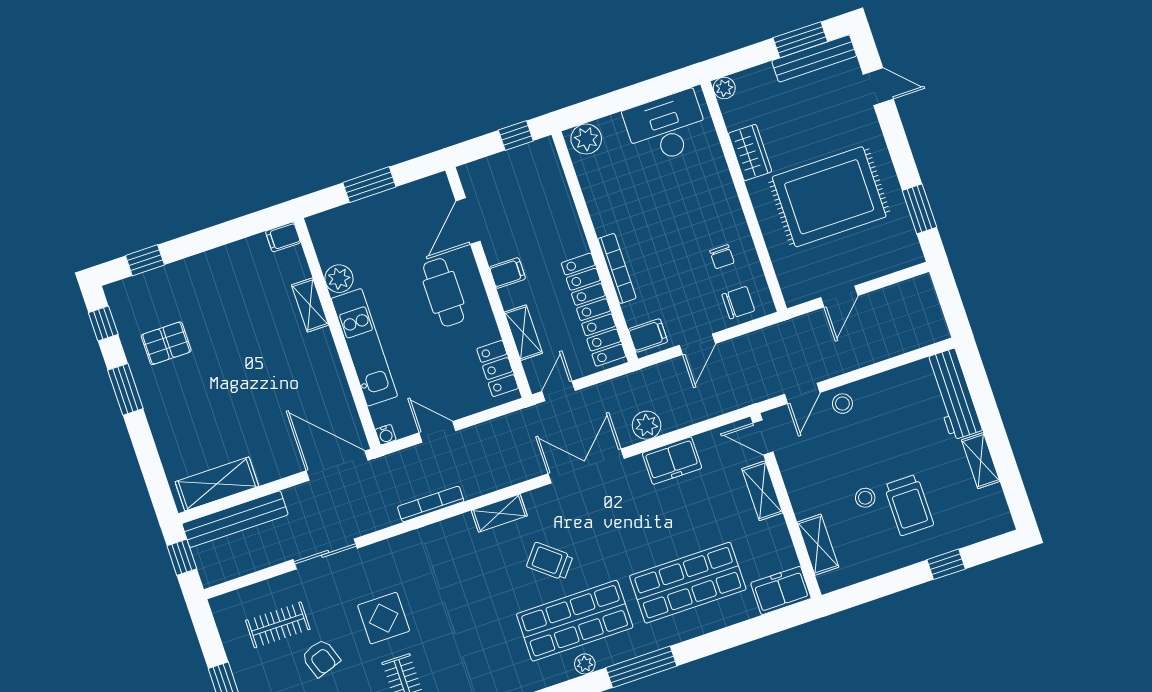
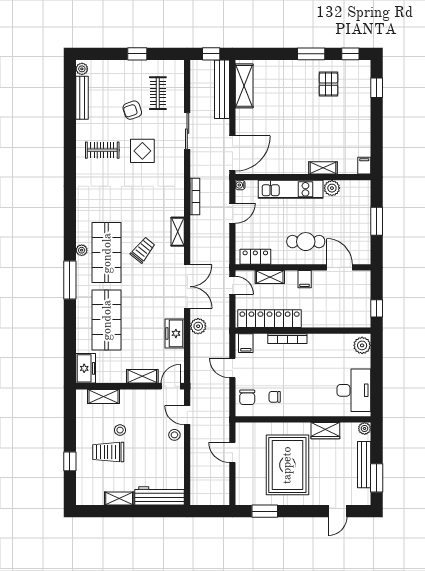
bench: (814, 58) -> (364, 465), moved

